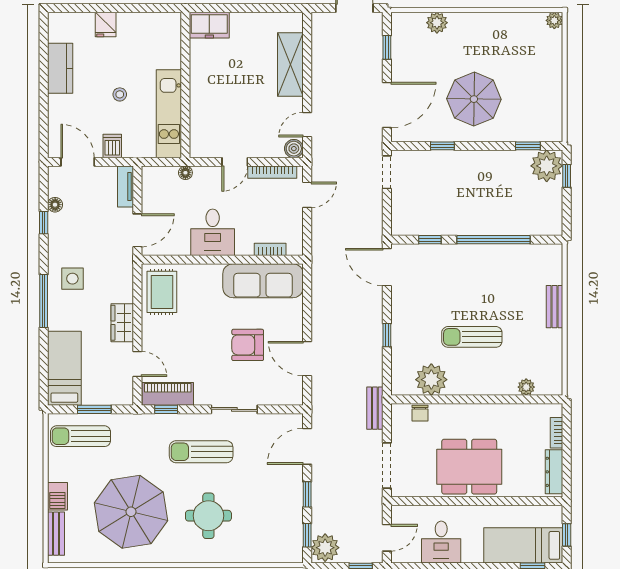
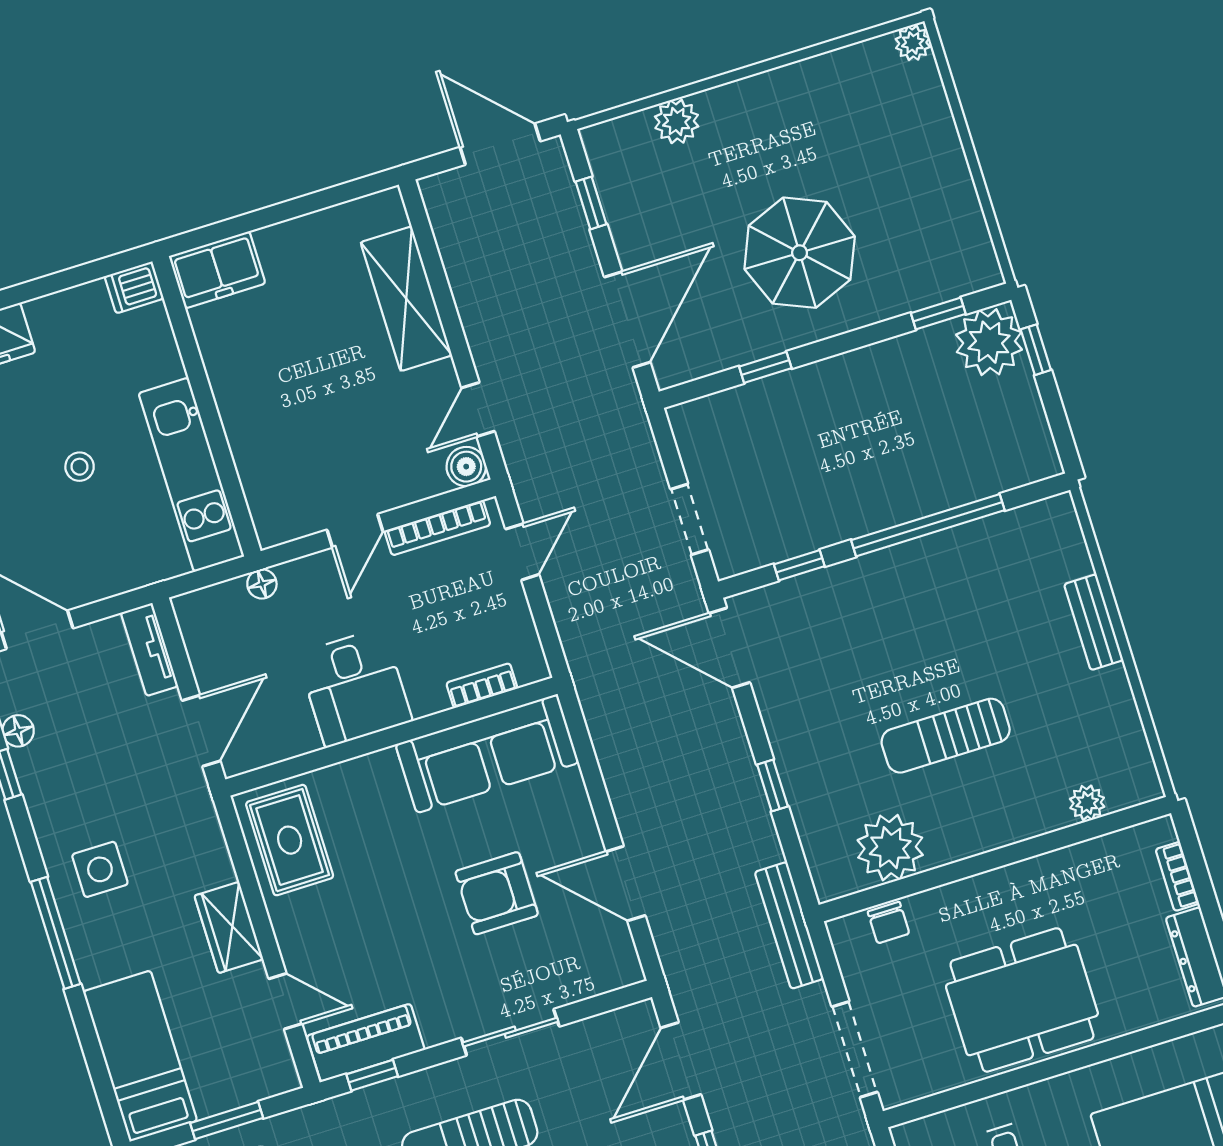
dishwasher: (112, 146) -> (134, 287), moved, turned -90
doorway: (387, 172) -> (690, 519), moved
bench: (375, 408) -> (789, 925), width x1.36

